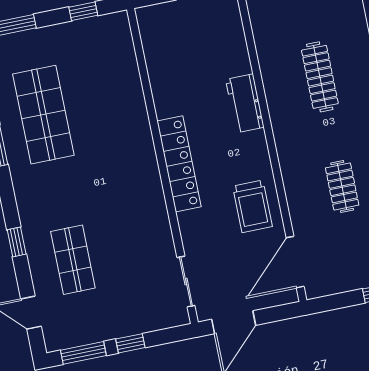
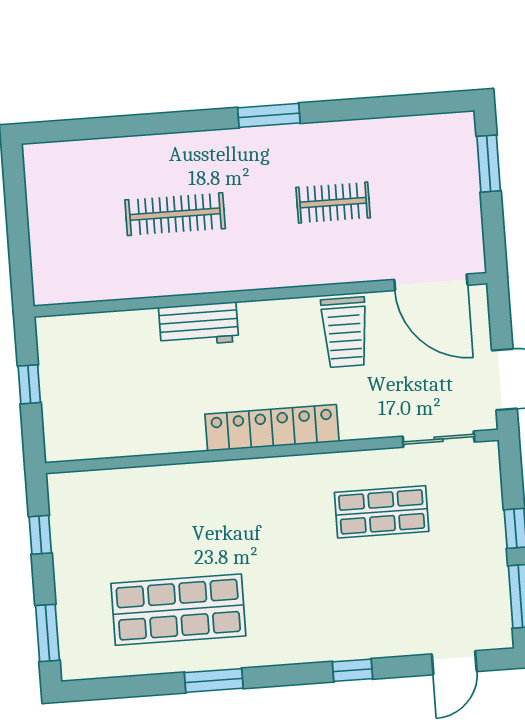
trolley: (252, 206) -> (345, 332), turned 90
shop shelf: (73, 260) -> (382, 512), moved

